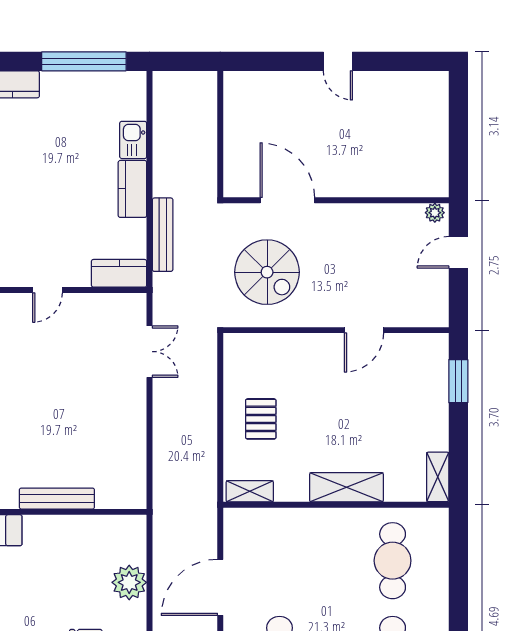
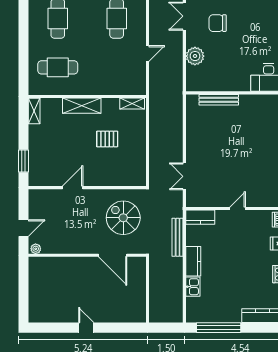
pallet: (261, 419) -> (107, 139), moved, turned 90
bench: (57, 499) -> (219, 100), moved
cafe table: (393, 561) -> (58, 67), turned 90
door: (220, 587) -> (148, 53), width x0.53

